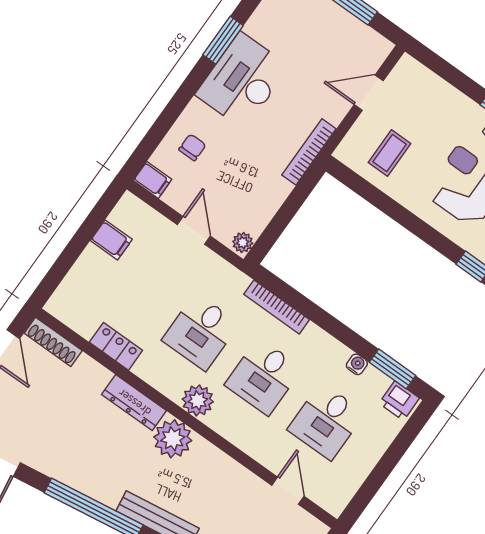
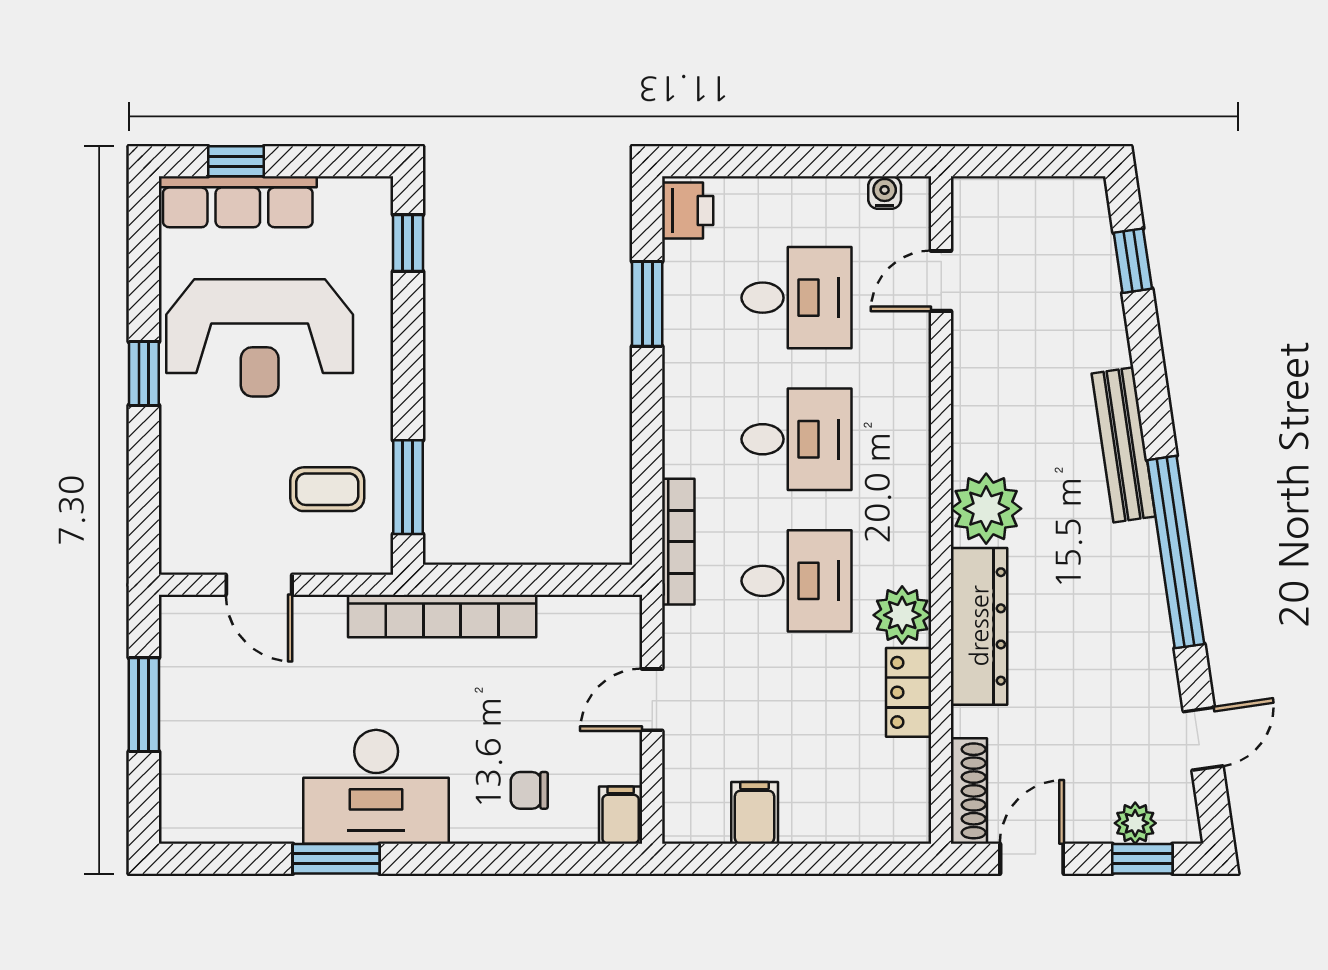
bookcase: (309, 152) -> (442, 616), width x1.48, depth x1.31
window: (365, 189) -> (408, 487), added
plant: (243, 242) -> (618, 613), removed
bookcase: (277, 307) -> (678, 542), moved
water cooler: (357, 364) -> (885, 193), moved, turned 90
window: (393, 369) -> (647, 304), moved
plant: (198, 400) -> (902, 615), moved
dresser: (134, 403) -> (979, 626), width x1.37, depth x1.24

